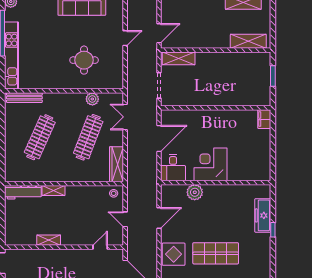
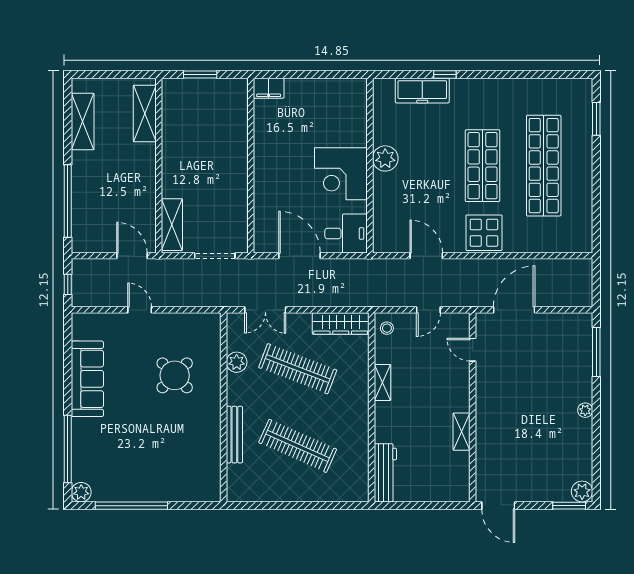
kitchen unit: (12, 56) -> (167, 491), removed
round table: (84, 60) -> (175, 375), turned 45
bench: (24, 98) -> (234, 435), moved
shelving: (54, 191) -> (382, 382), moved
plant: (195, 192) -> (385, 158), moved

